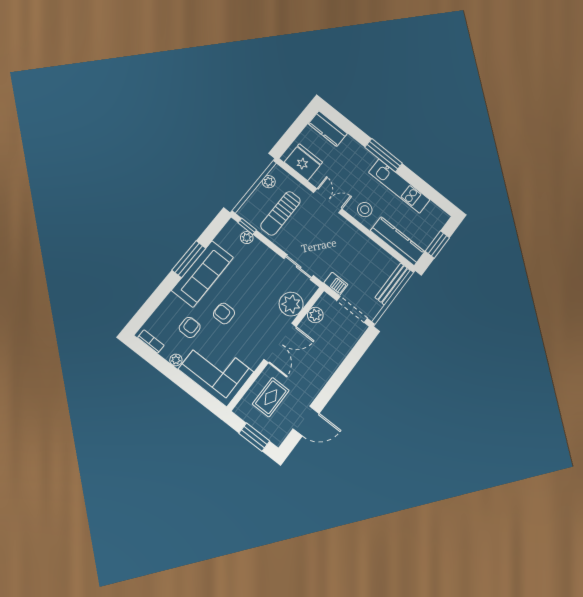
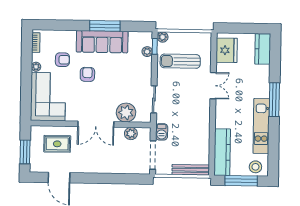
plant: (269, 182) -> (163, 37), moved
stool: (365, 210) -> (255, 167), moved
window: (437, 244) -> (241, 181), width x1.44

